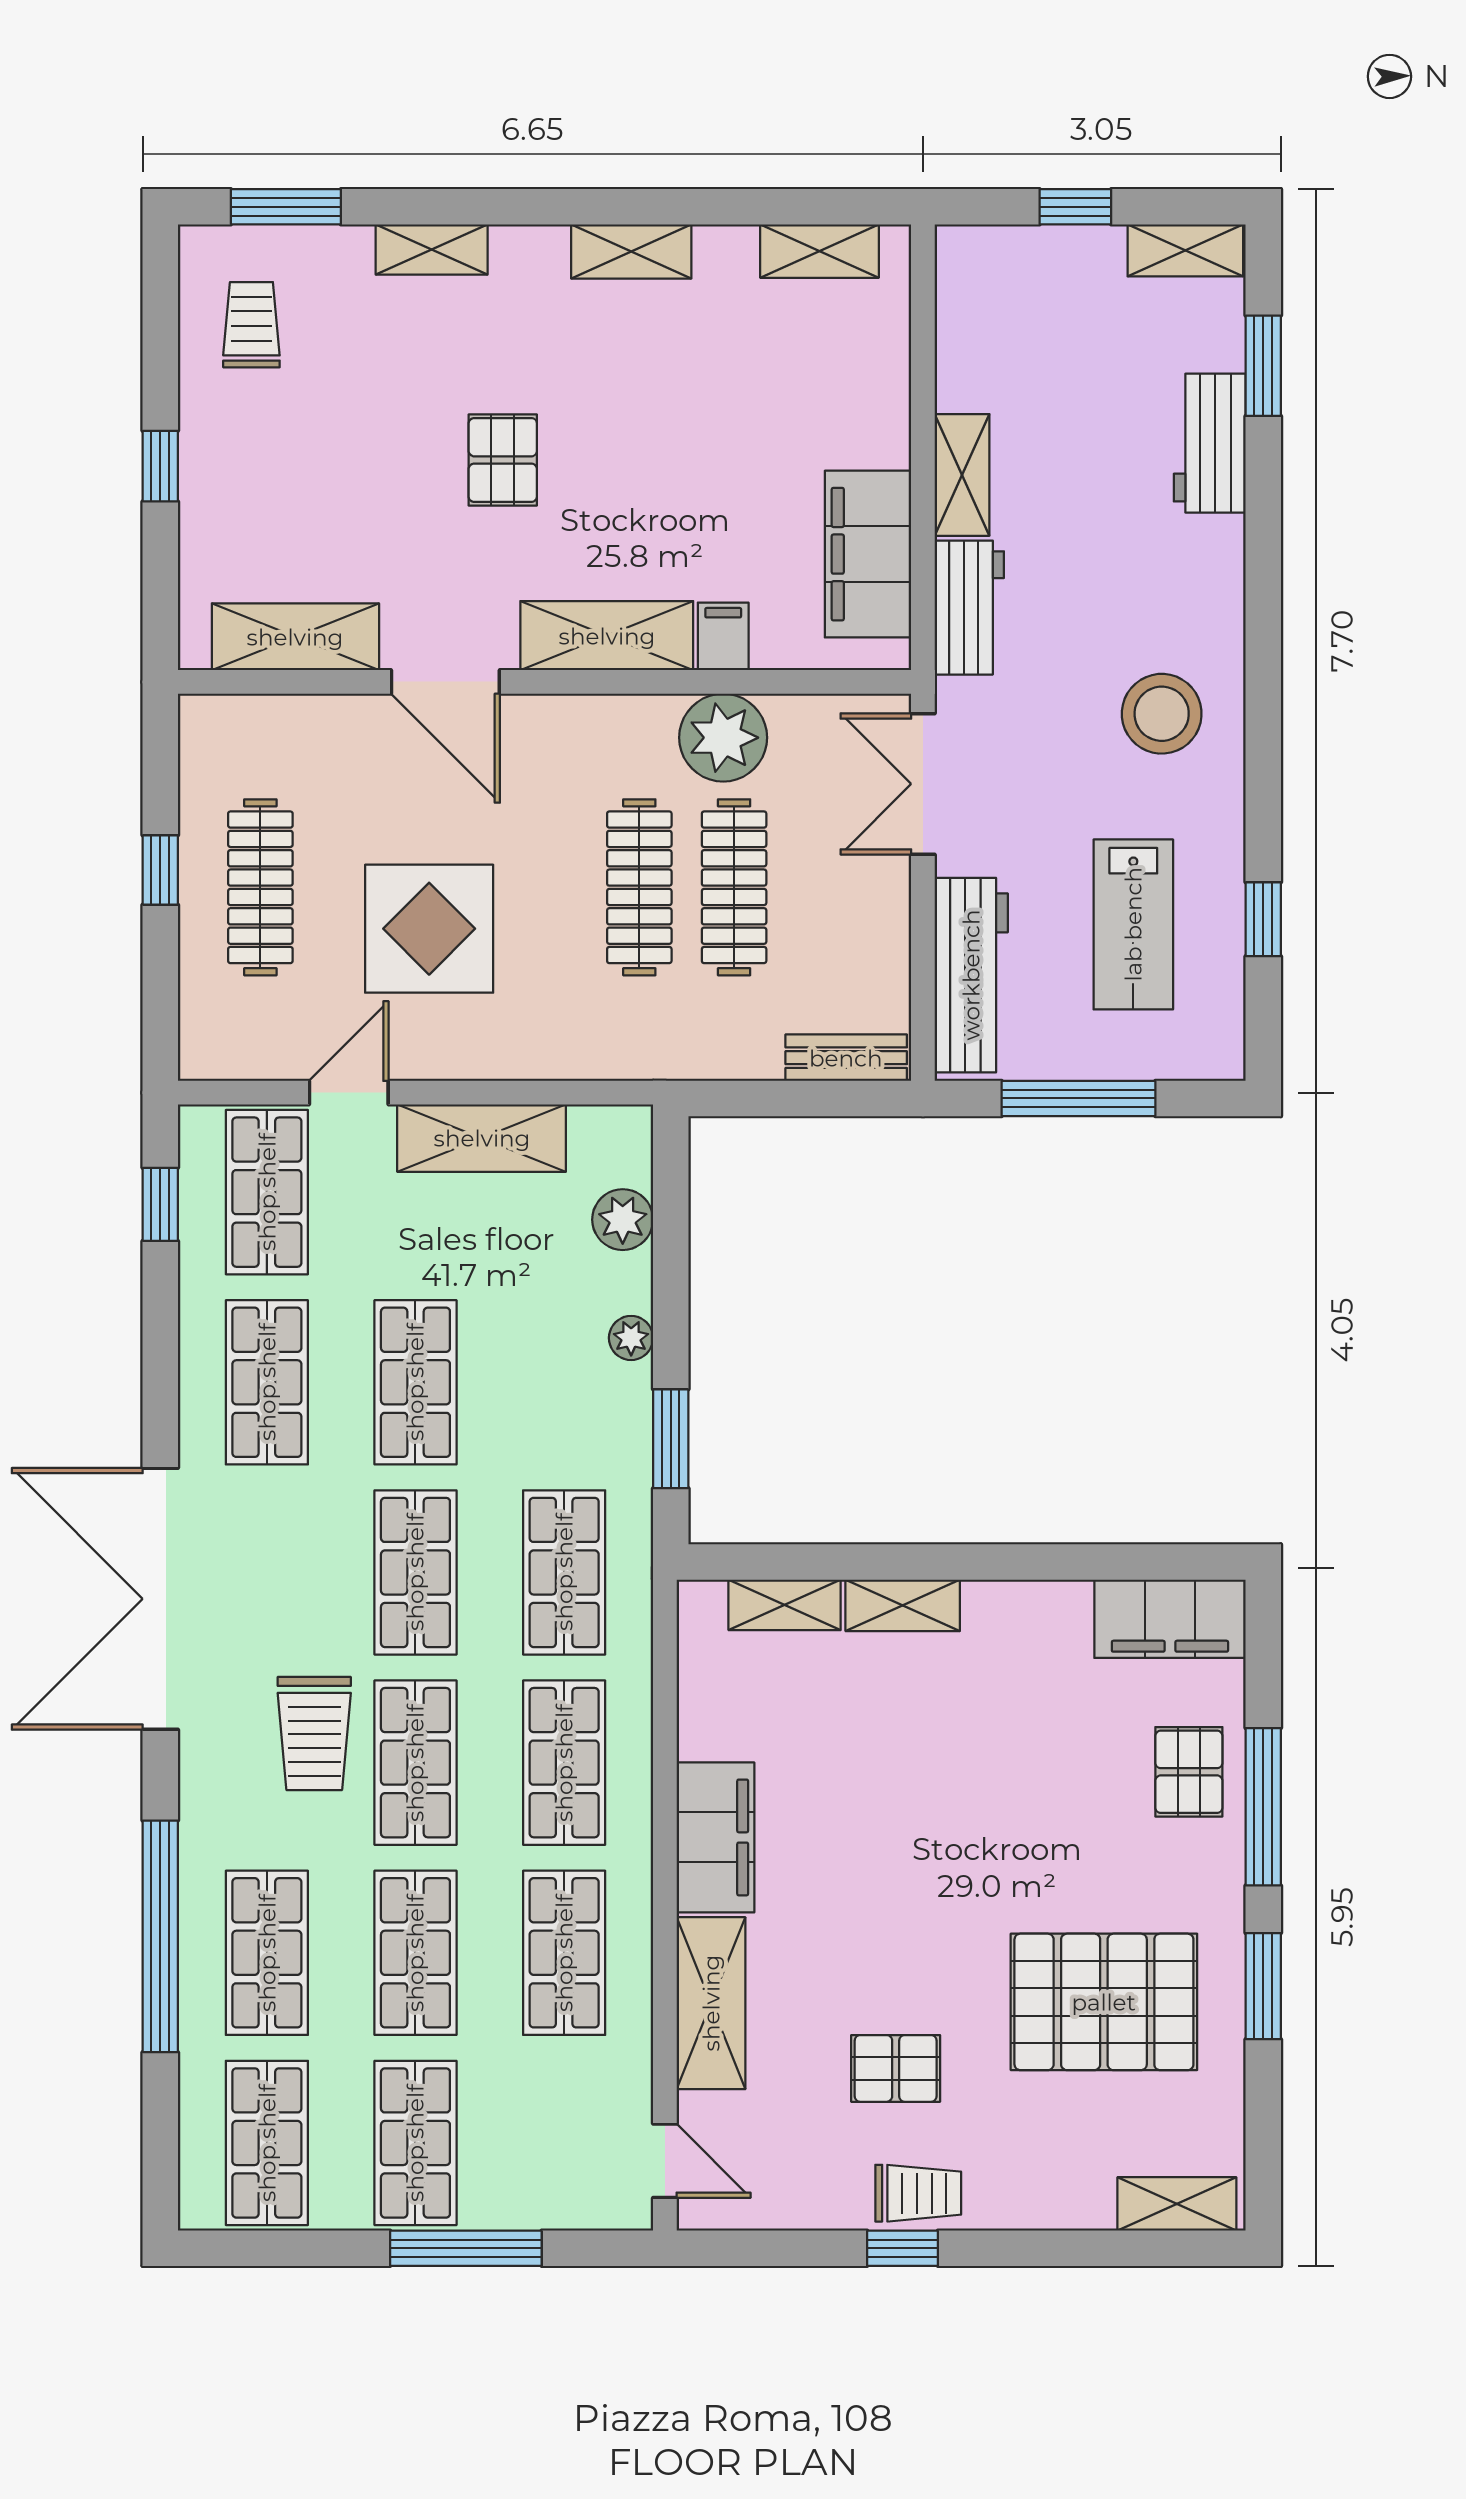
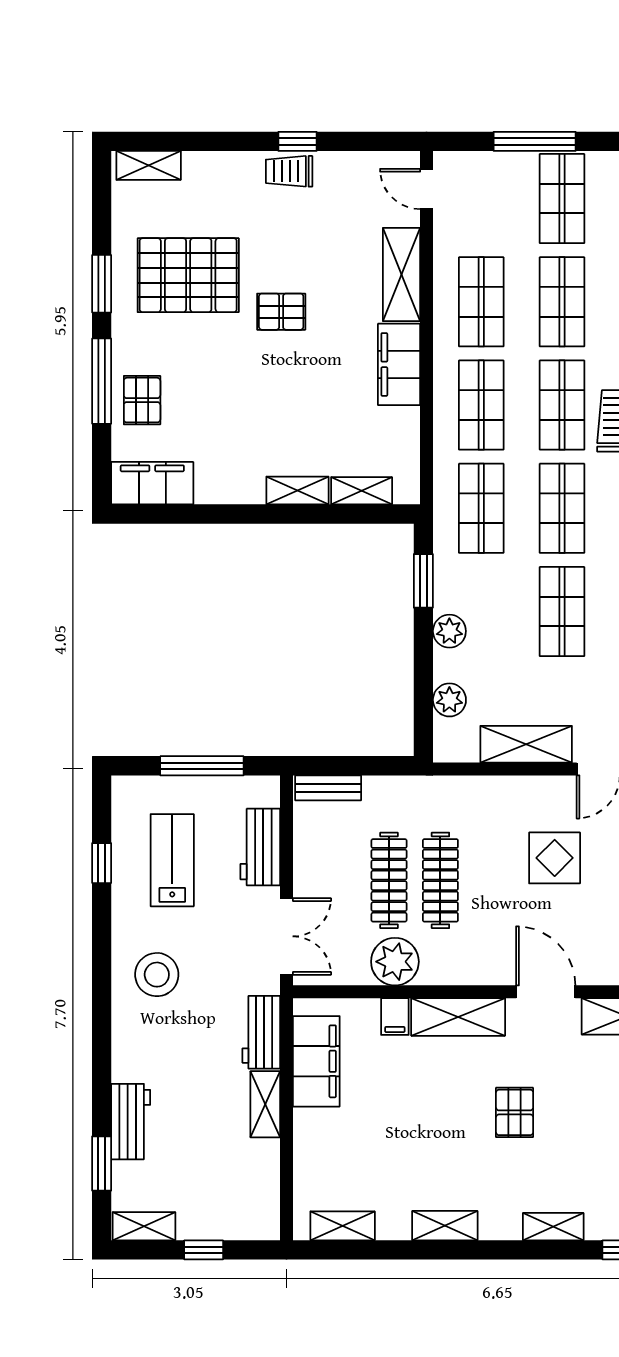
display table: (429, 929) -> (555, 858), width x0.73, depth x0.73
workbench: (971, 975) -> (260, 847), width x0.73
plant: (631, 1338) -> (449, 631), width x1.38, depth x1.38
pallet: (896, 2068) -> (281, 312), moved

